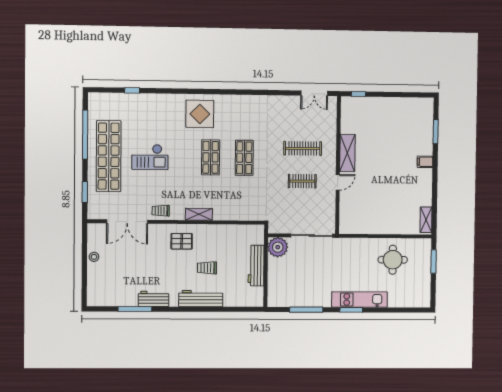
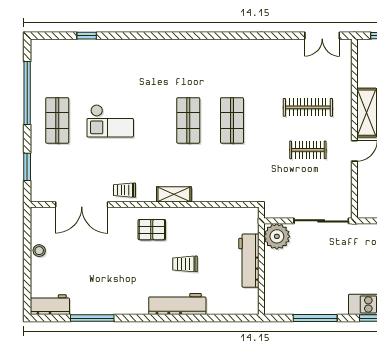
display table: (200, 114) -> (174, 64), removed
shop shelf: (109, 156) -> (57, 120), width x0.50, depth x0.74
workbench: (154, 299) -> (50, 305), moved

